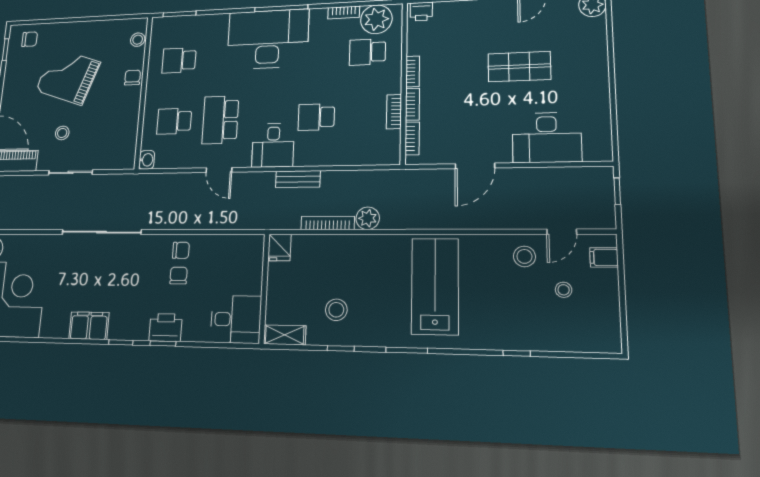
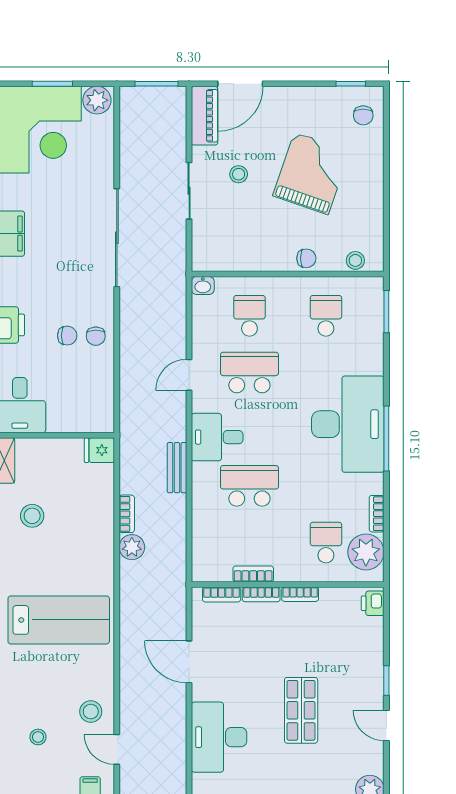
school desk: (316, 117) -> (249, 486), width x1.85
bookcase: (328, 223) -> (127, 514), width x0.64
stool: (564, 290) -> (38, 737), moved

